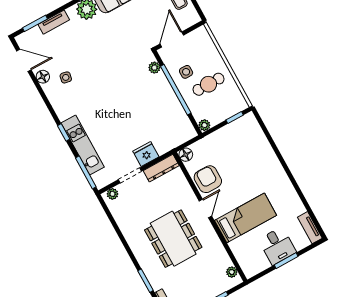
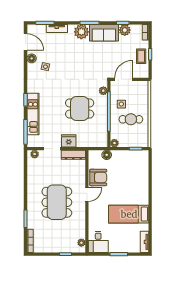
dining table: (137, 106) -> (80, 108), added
floor lamp: (186, 155) -> (107, 155), moved
armchair: (208, 179) -> (98, 177), turned 90
bed: (246, 218) -> (129, 214), moved, turned 180
desk: (277, 246) -> (98, 242), moved

